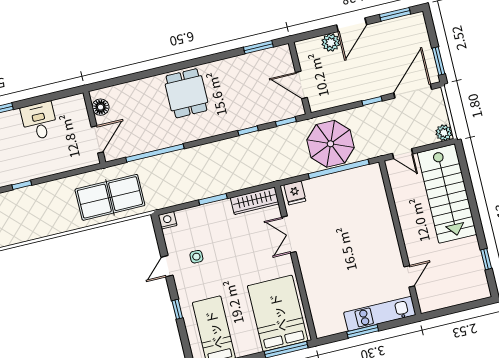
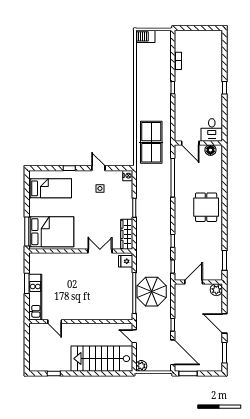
plant: (331, 43) -> (216, 290), moved
dining table: (186, 93) -> (206, 207), turned 90
desk: (39, 121) -> (212, 130), moved, turned 90
door: (403, 154) -> (134, 336), hinge flipped

